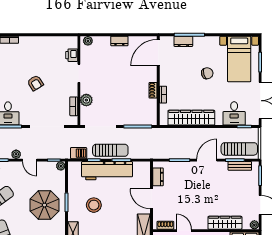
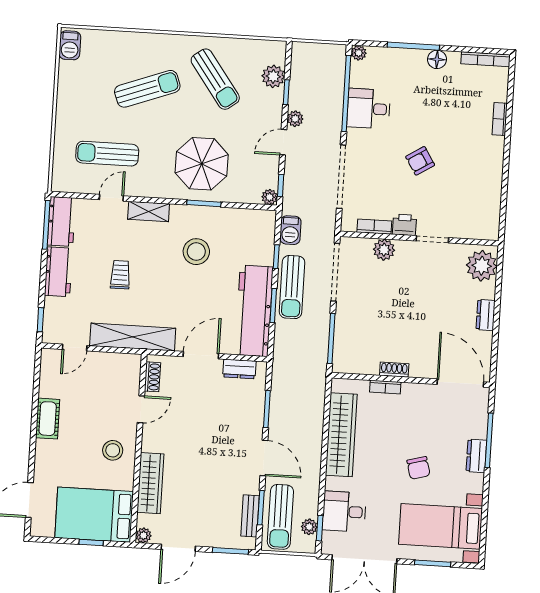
plant: (88, 41) -> (482, 266), width x1.88, depth x1.88
dresser: (183, 41) -> (476, 456), moved
printer: (72, 55) -> (404, 225), moved
plant: (244, 132) -> (309, 527), added
workbench: (107, 171) -> (254, 311), moved

